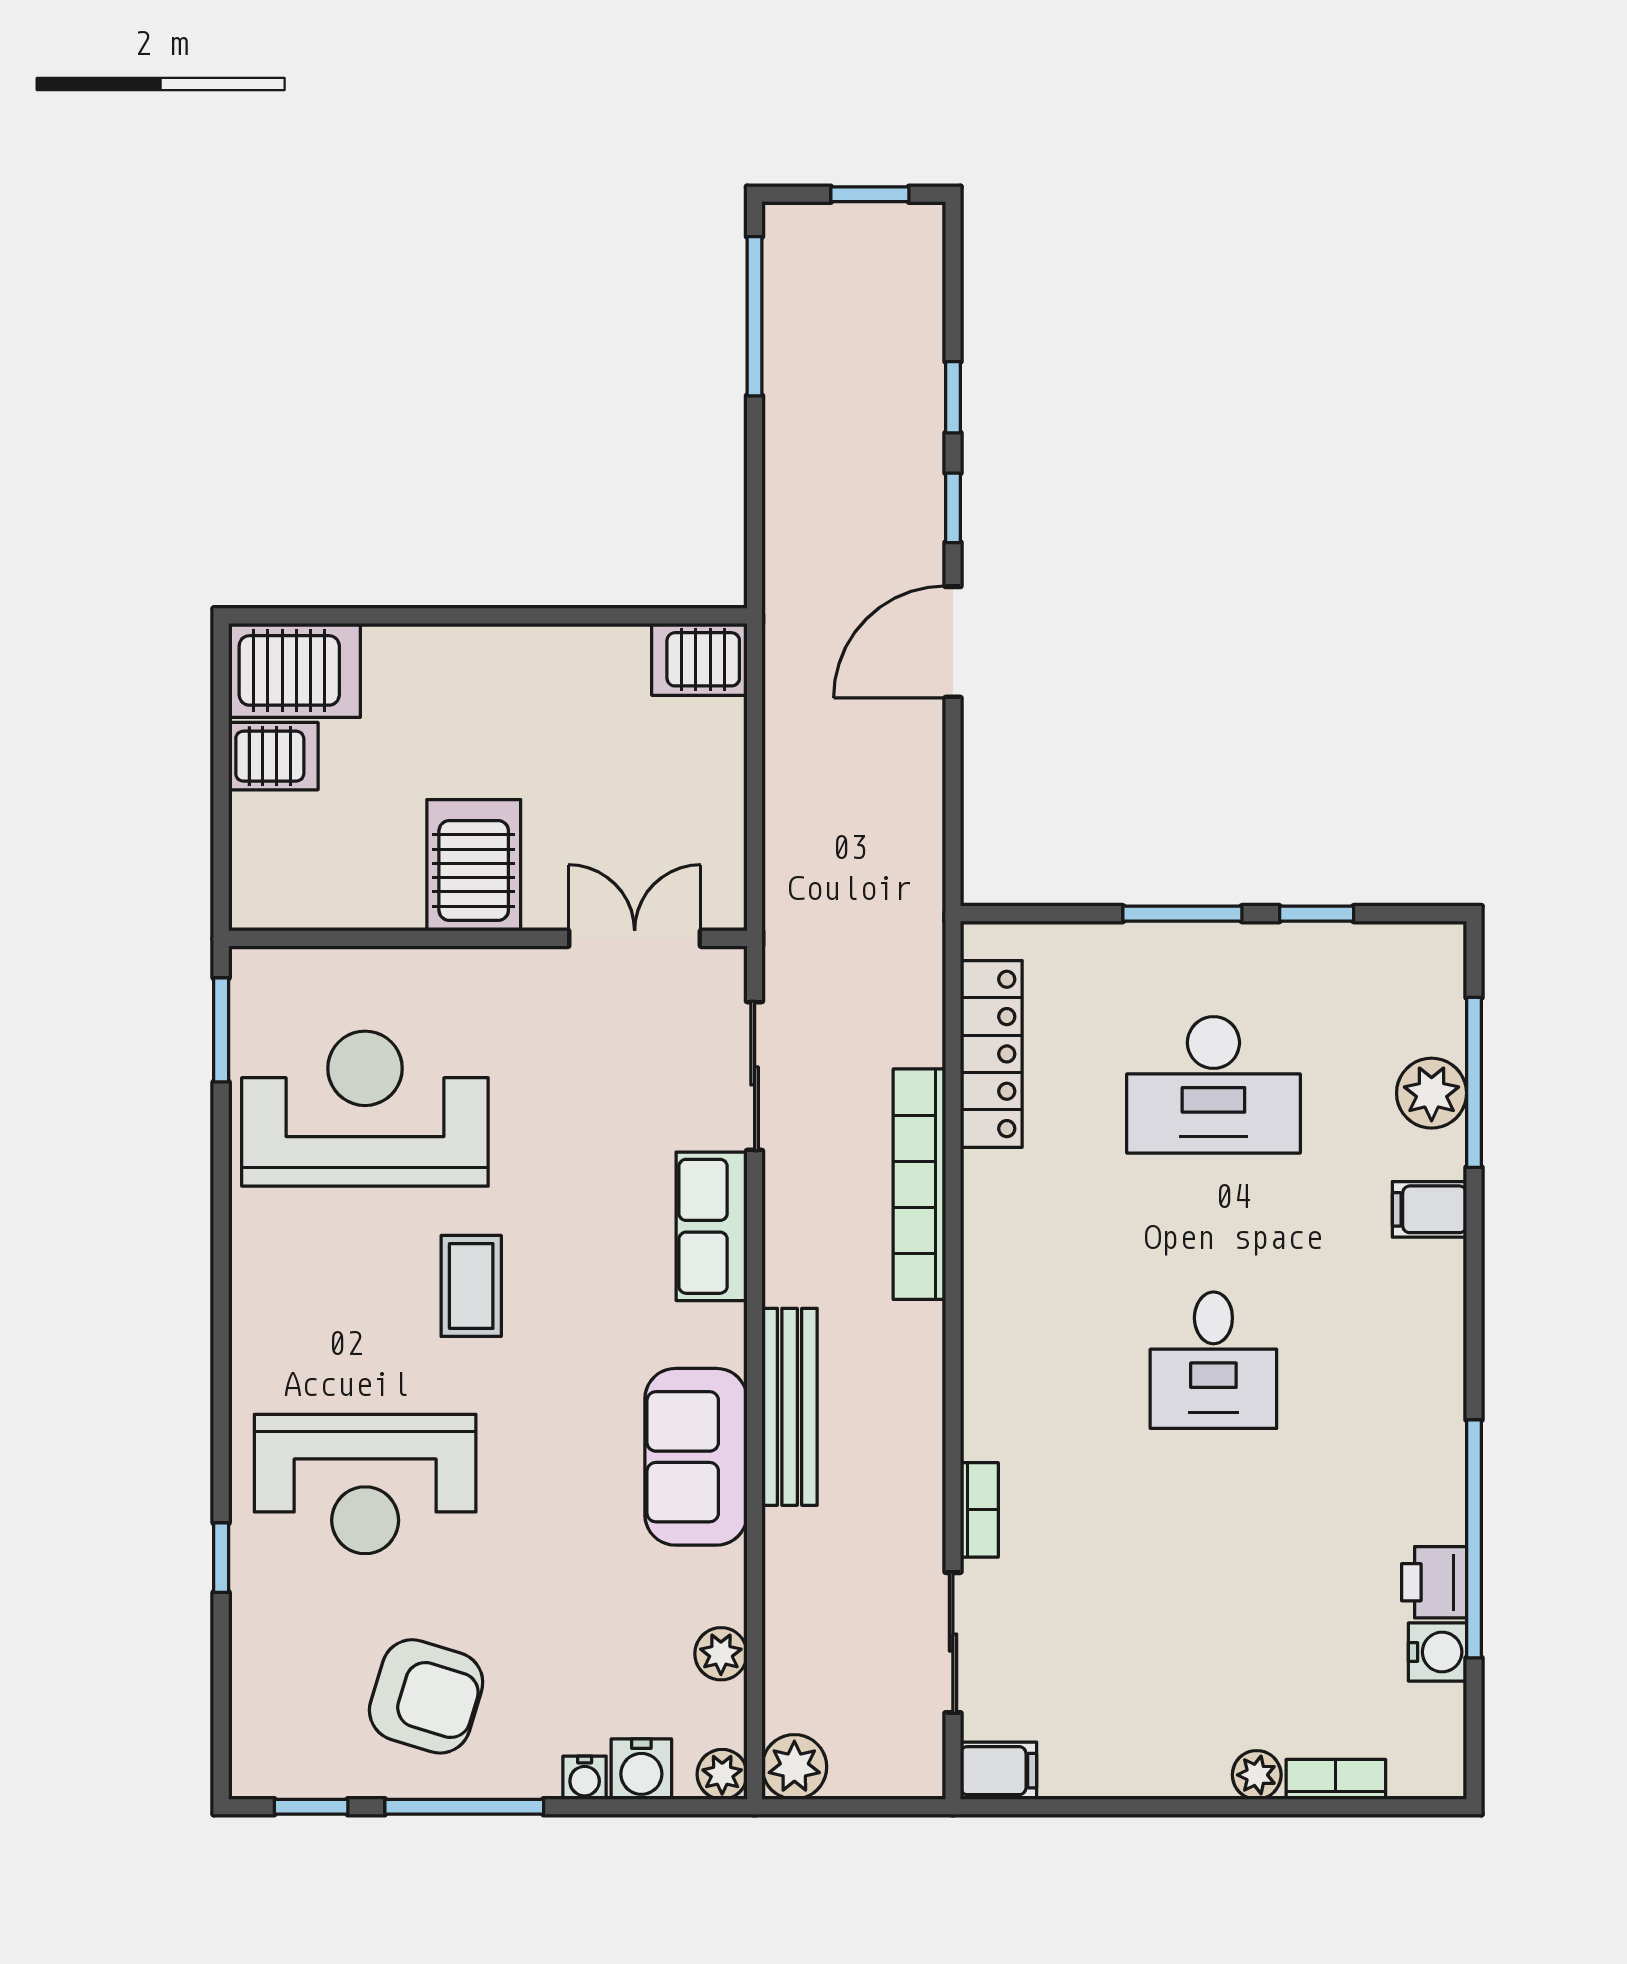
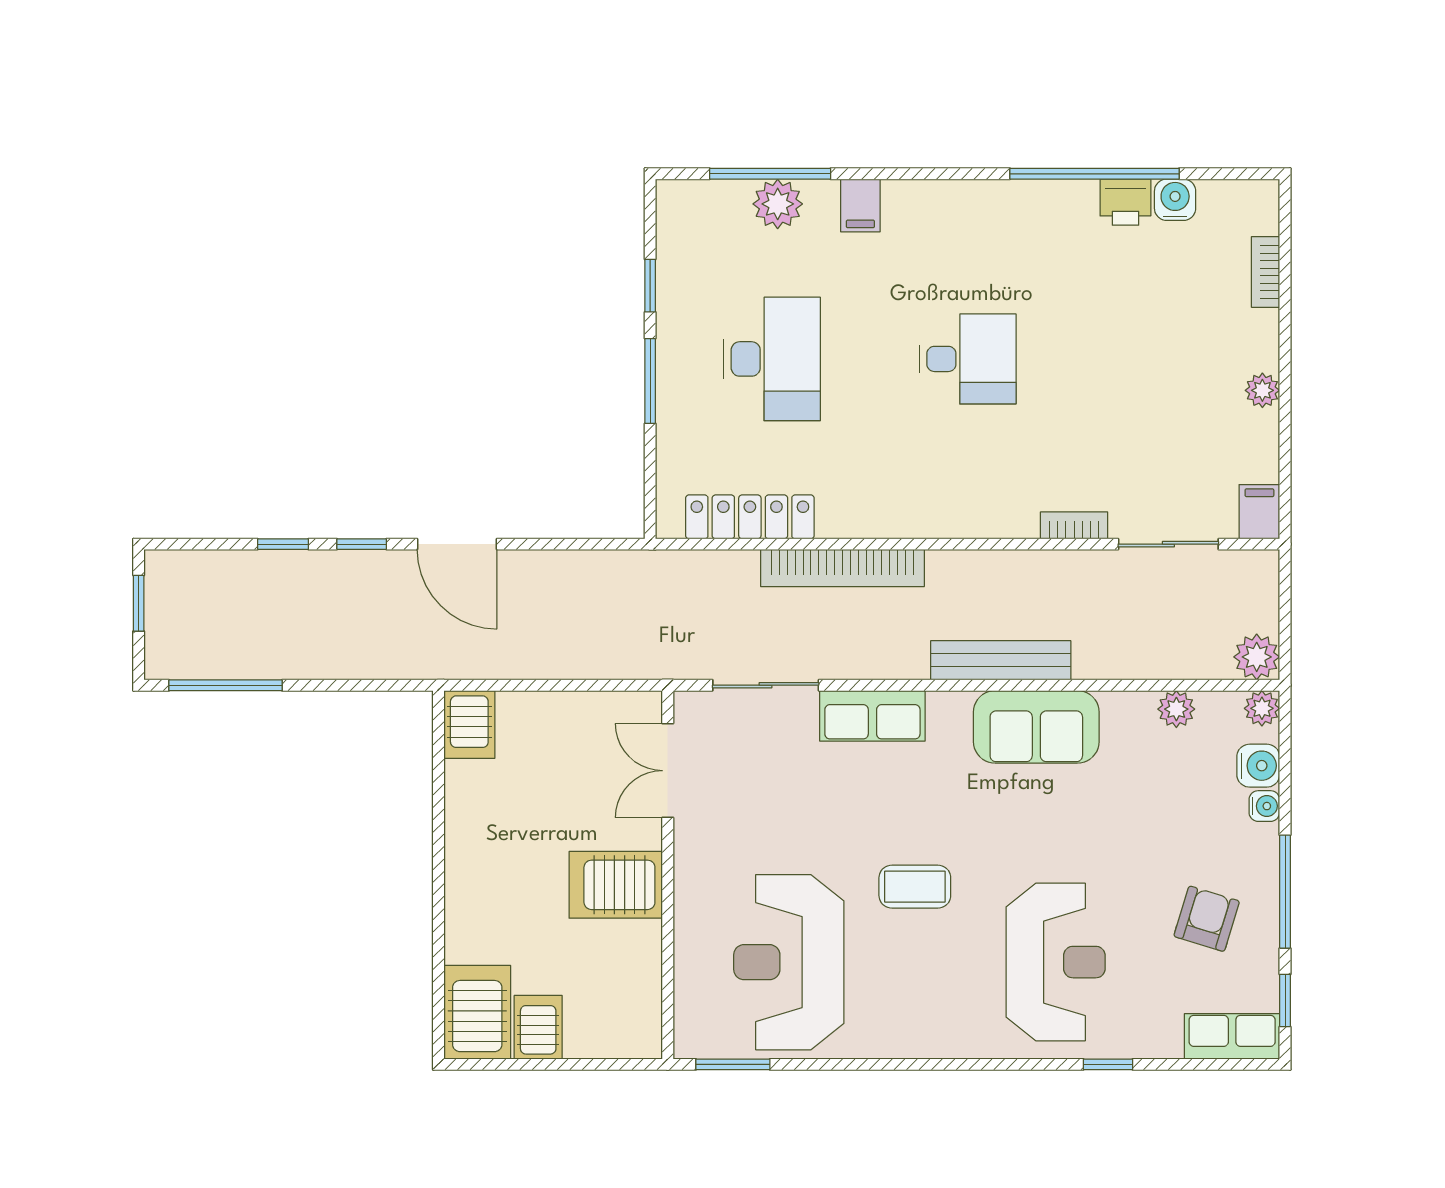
armchair: (426, 1696) -> (1207, 919), width x0.72, depth x0.72
row of seats: (261, 1732) -> (1232, 1036), added
plant: (1257, 1775) -> (1262, 390), moved

